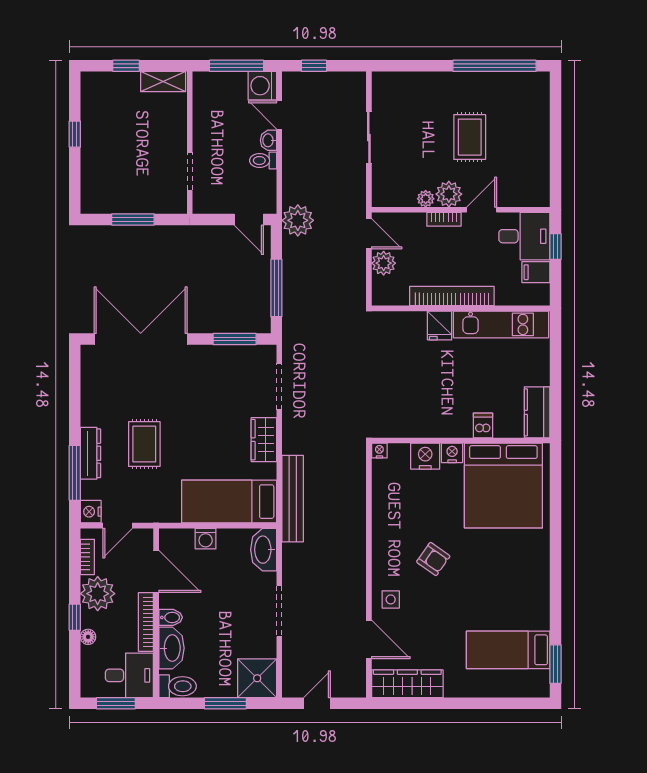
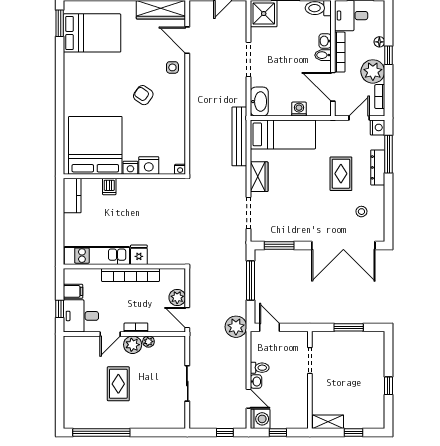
window: (236, 66) -> (278, 432), width x0.46
stool: (114, 389) -> (361, 212), added
washbasin: (171, 648) -> (325, 41), width x0.52, depth x0.69
bed: (508, 650) -> (92, 33), width x1.50

